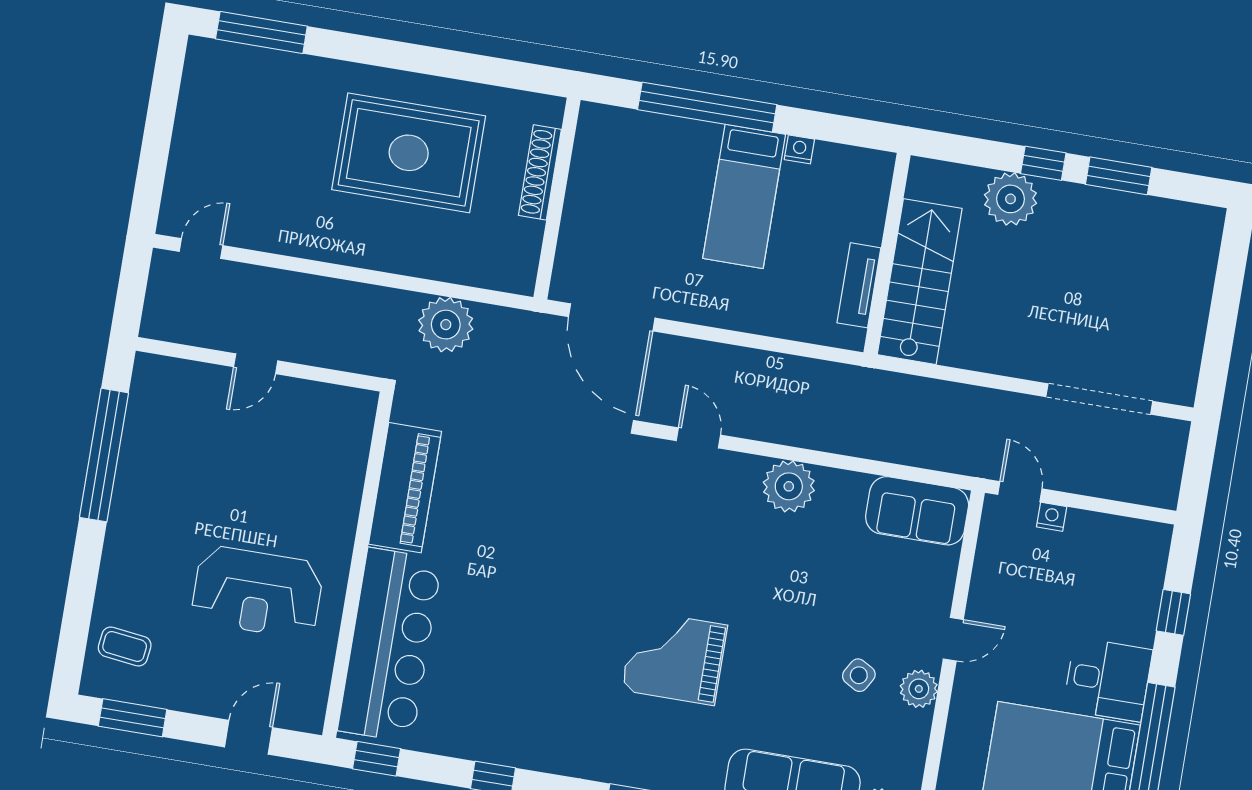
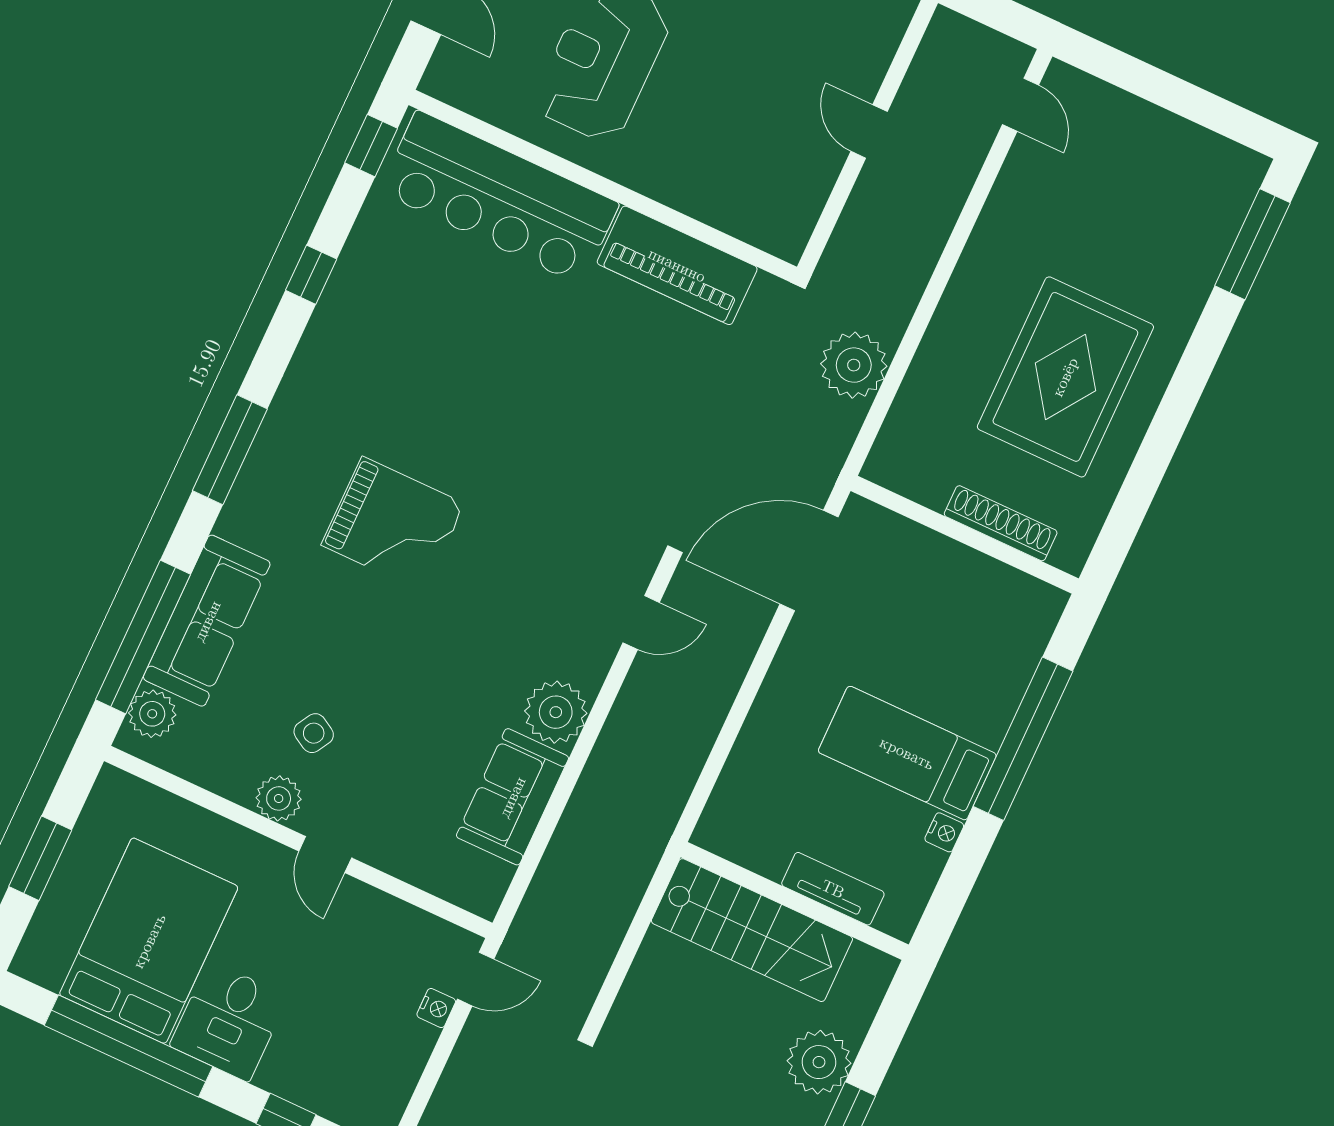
tv unit: (859, 285) -> (833, 889), moved
sofa: (917, 511) -> (512, 797), moved
grand piano: (675, 658) -> (393, 524), turned 90

